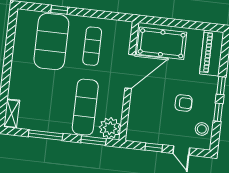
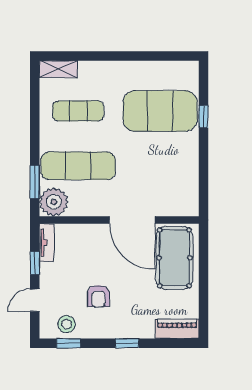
exercise mat: (92, 46) -> (78, 111), moved
piano: (212, 53) -> (177, 329), width x0.73, depth x0.75
window: (218, 112) -> (68, 343), moved
window: (46, 135) -> (35, 117), removed
tv unit: (140, 137) -> (47, 243), added

